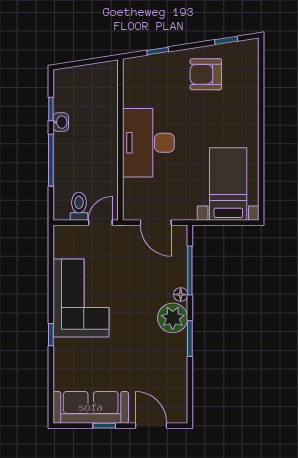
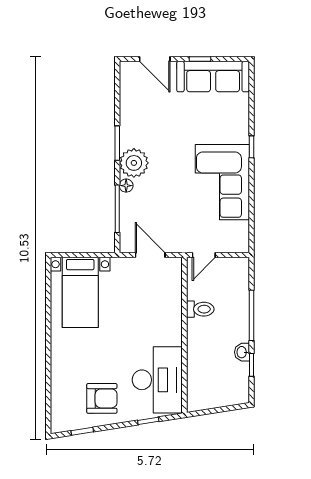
desk: (148, 143) -> (157, 380), moved
toilet: (79, 206) -> (200, 309), moved, turned -90

